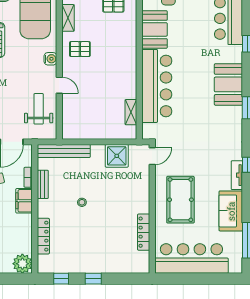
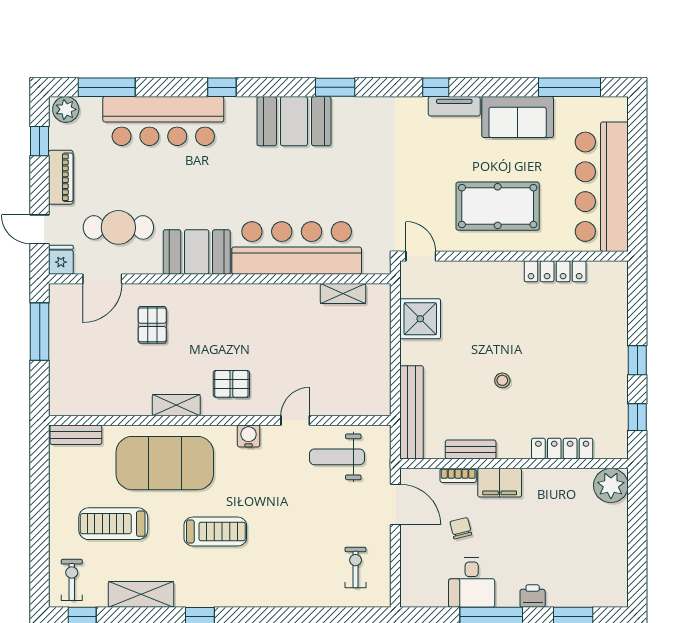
pallet: (80, 49) -> (231, 384), turned 90

